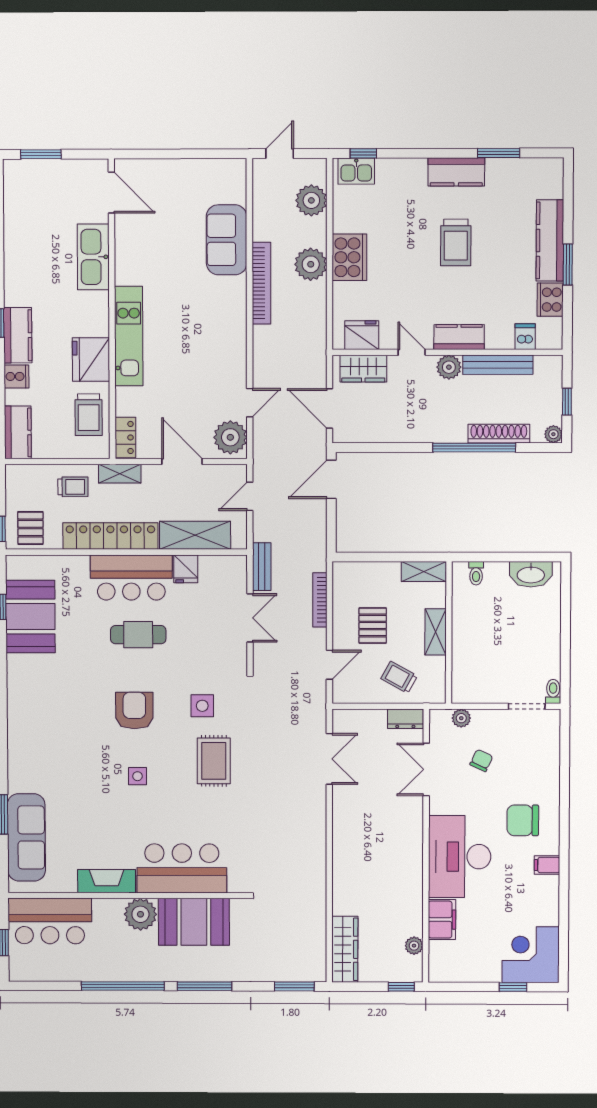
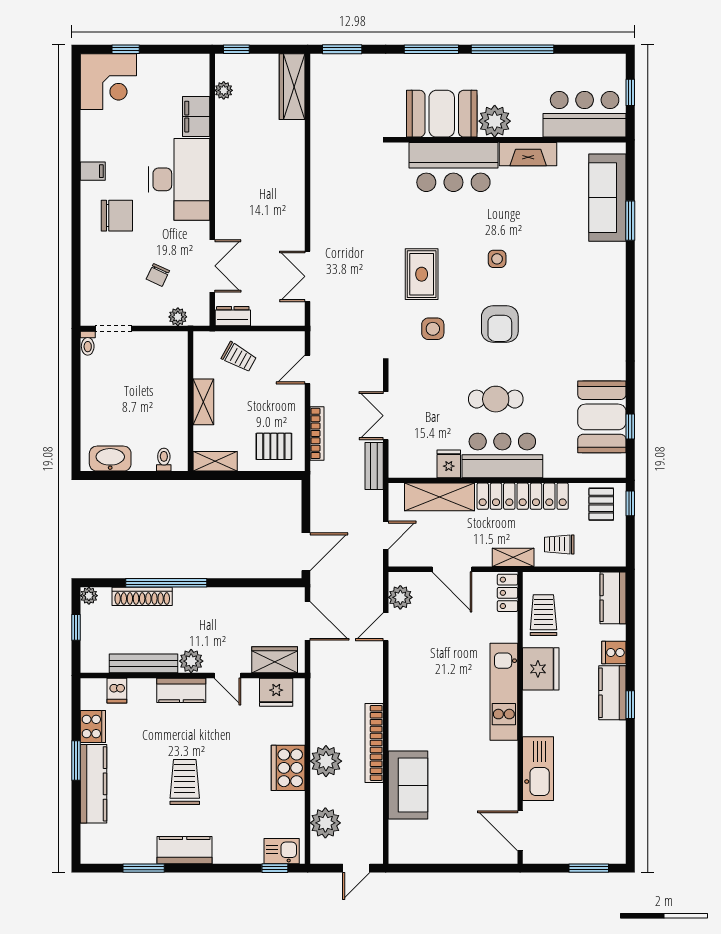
plant: (230, 437) -> (400, 597), width x0.73, depth x0.73
pallet: (373, 625) -> (274, 446), moved, turned 90

